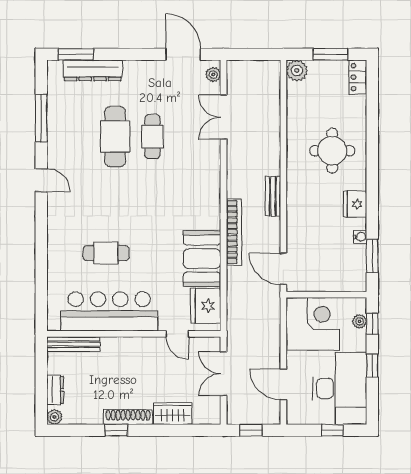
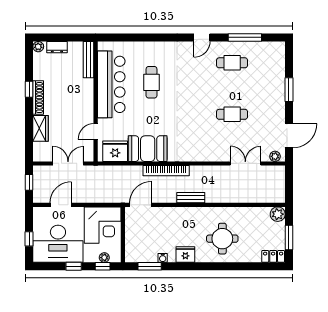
window: (76, 54) -> (289, 90), moved
dresser: (93, 70) -> (278, 73), removed
cafe table: (115, 137) -> (232, 63), moved, width x0.73, depth x0.74

